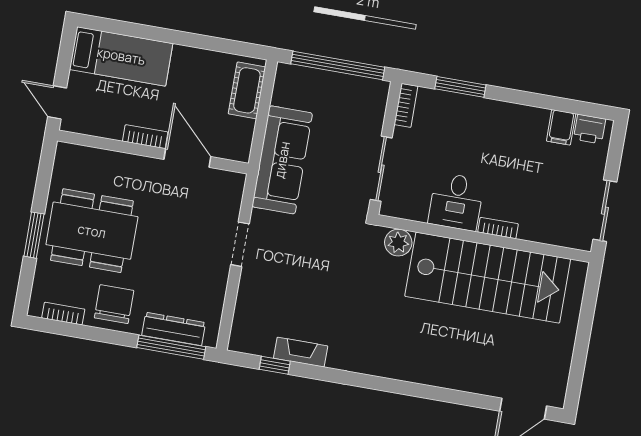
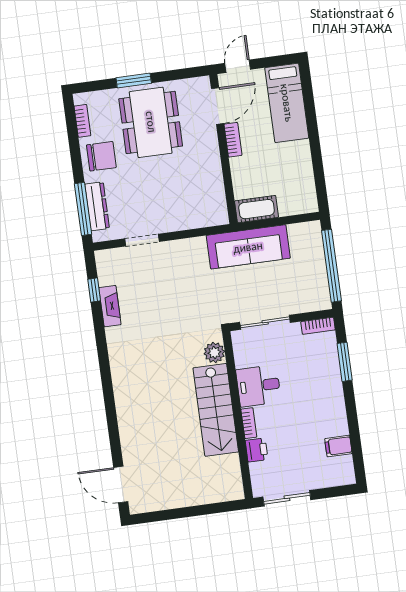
cot: (247, 90) -> (257, 209), moved
printer: (590, 129) -> (257, 450), moved, turned 180
door: (187, 158) -> (218, 106), moved
doorway: (240, 244) -> (142, 240), moved
stairs: (488, 278) -> (216, 410), width x0.73, depth x0.66

